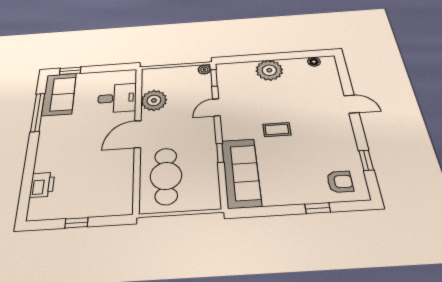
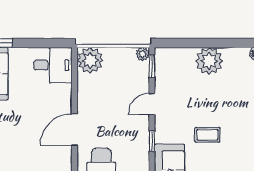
desk: (117, 98) -> (53, 65), moved
plant: (154, 100) -> (90, 60), moved
window: (220, 153) -> (152, 141), moved

